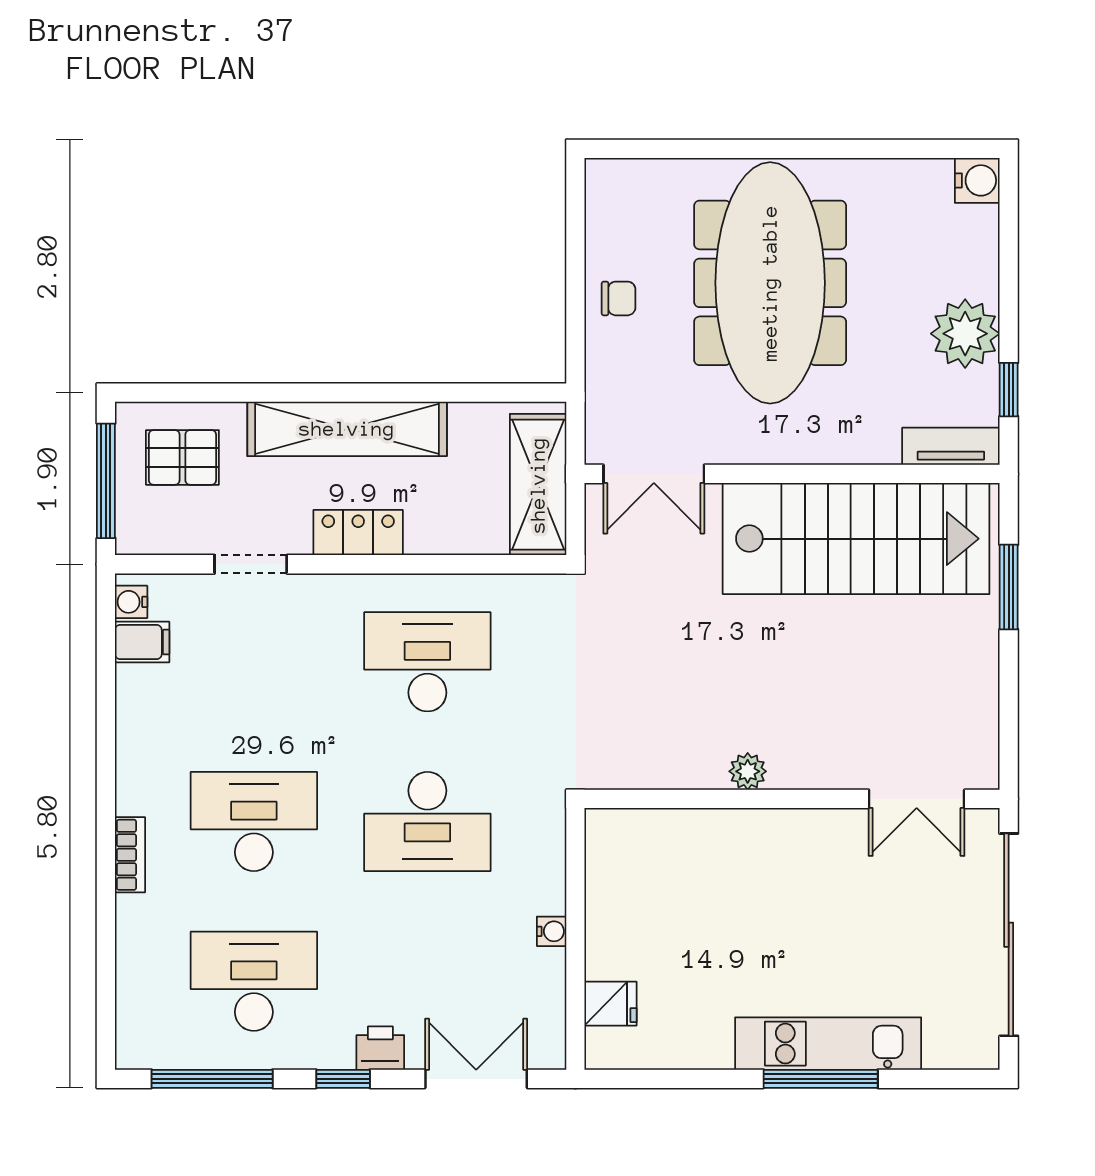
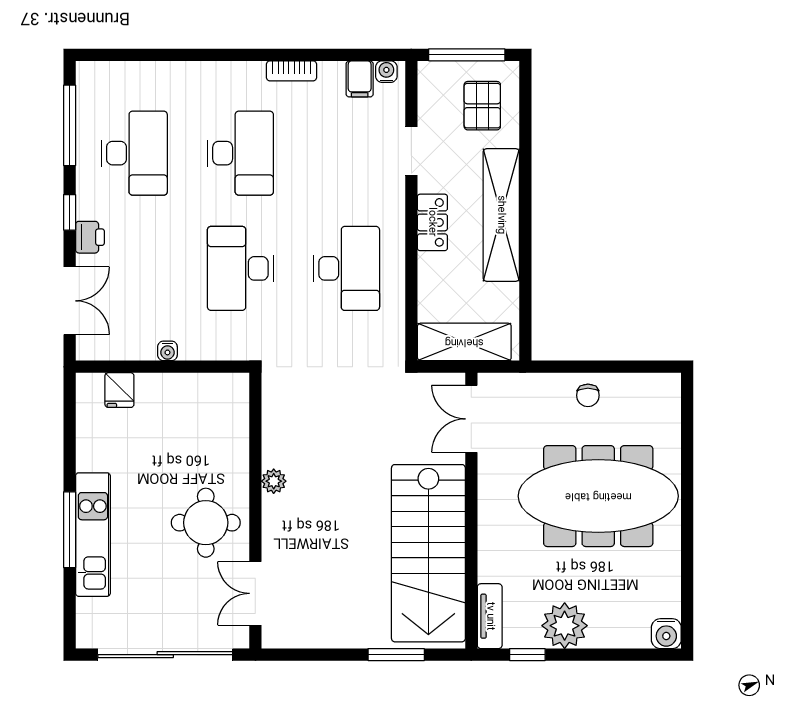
bookcase: (130, 855) -> (292, 71), moved
round table: (810, 874) -> (206, 523), added

